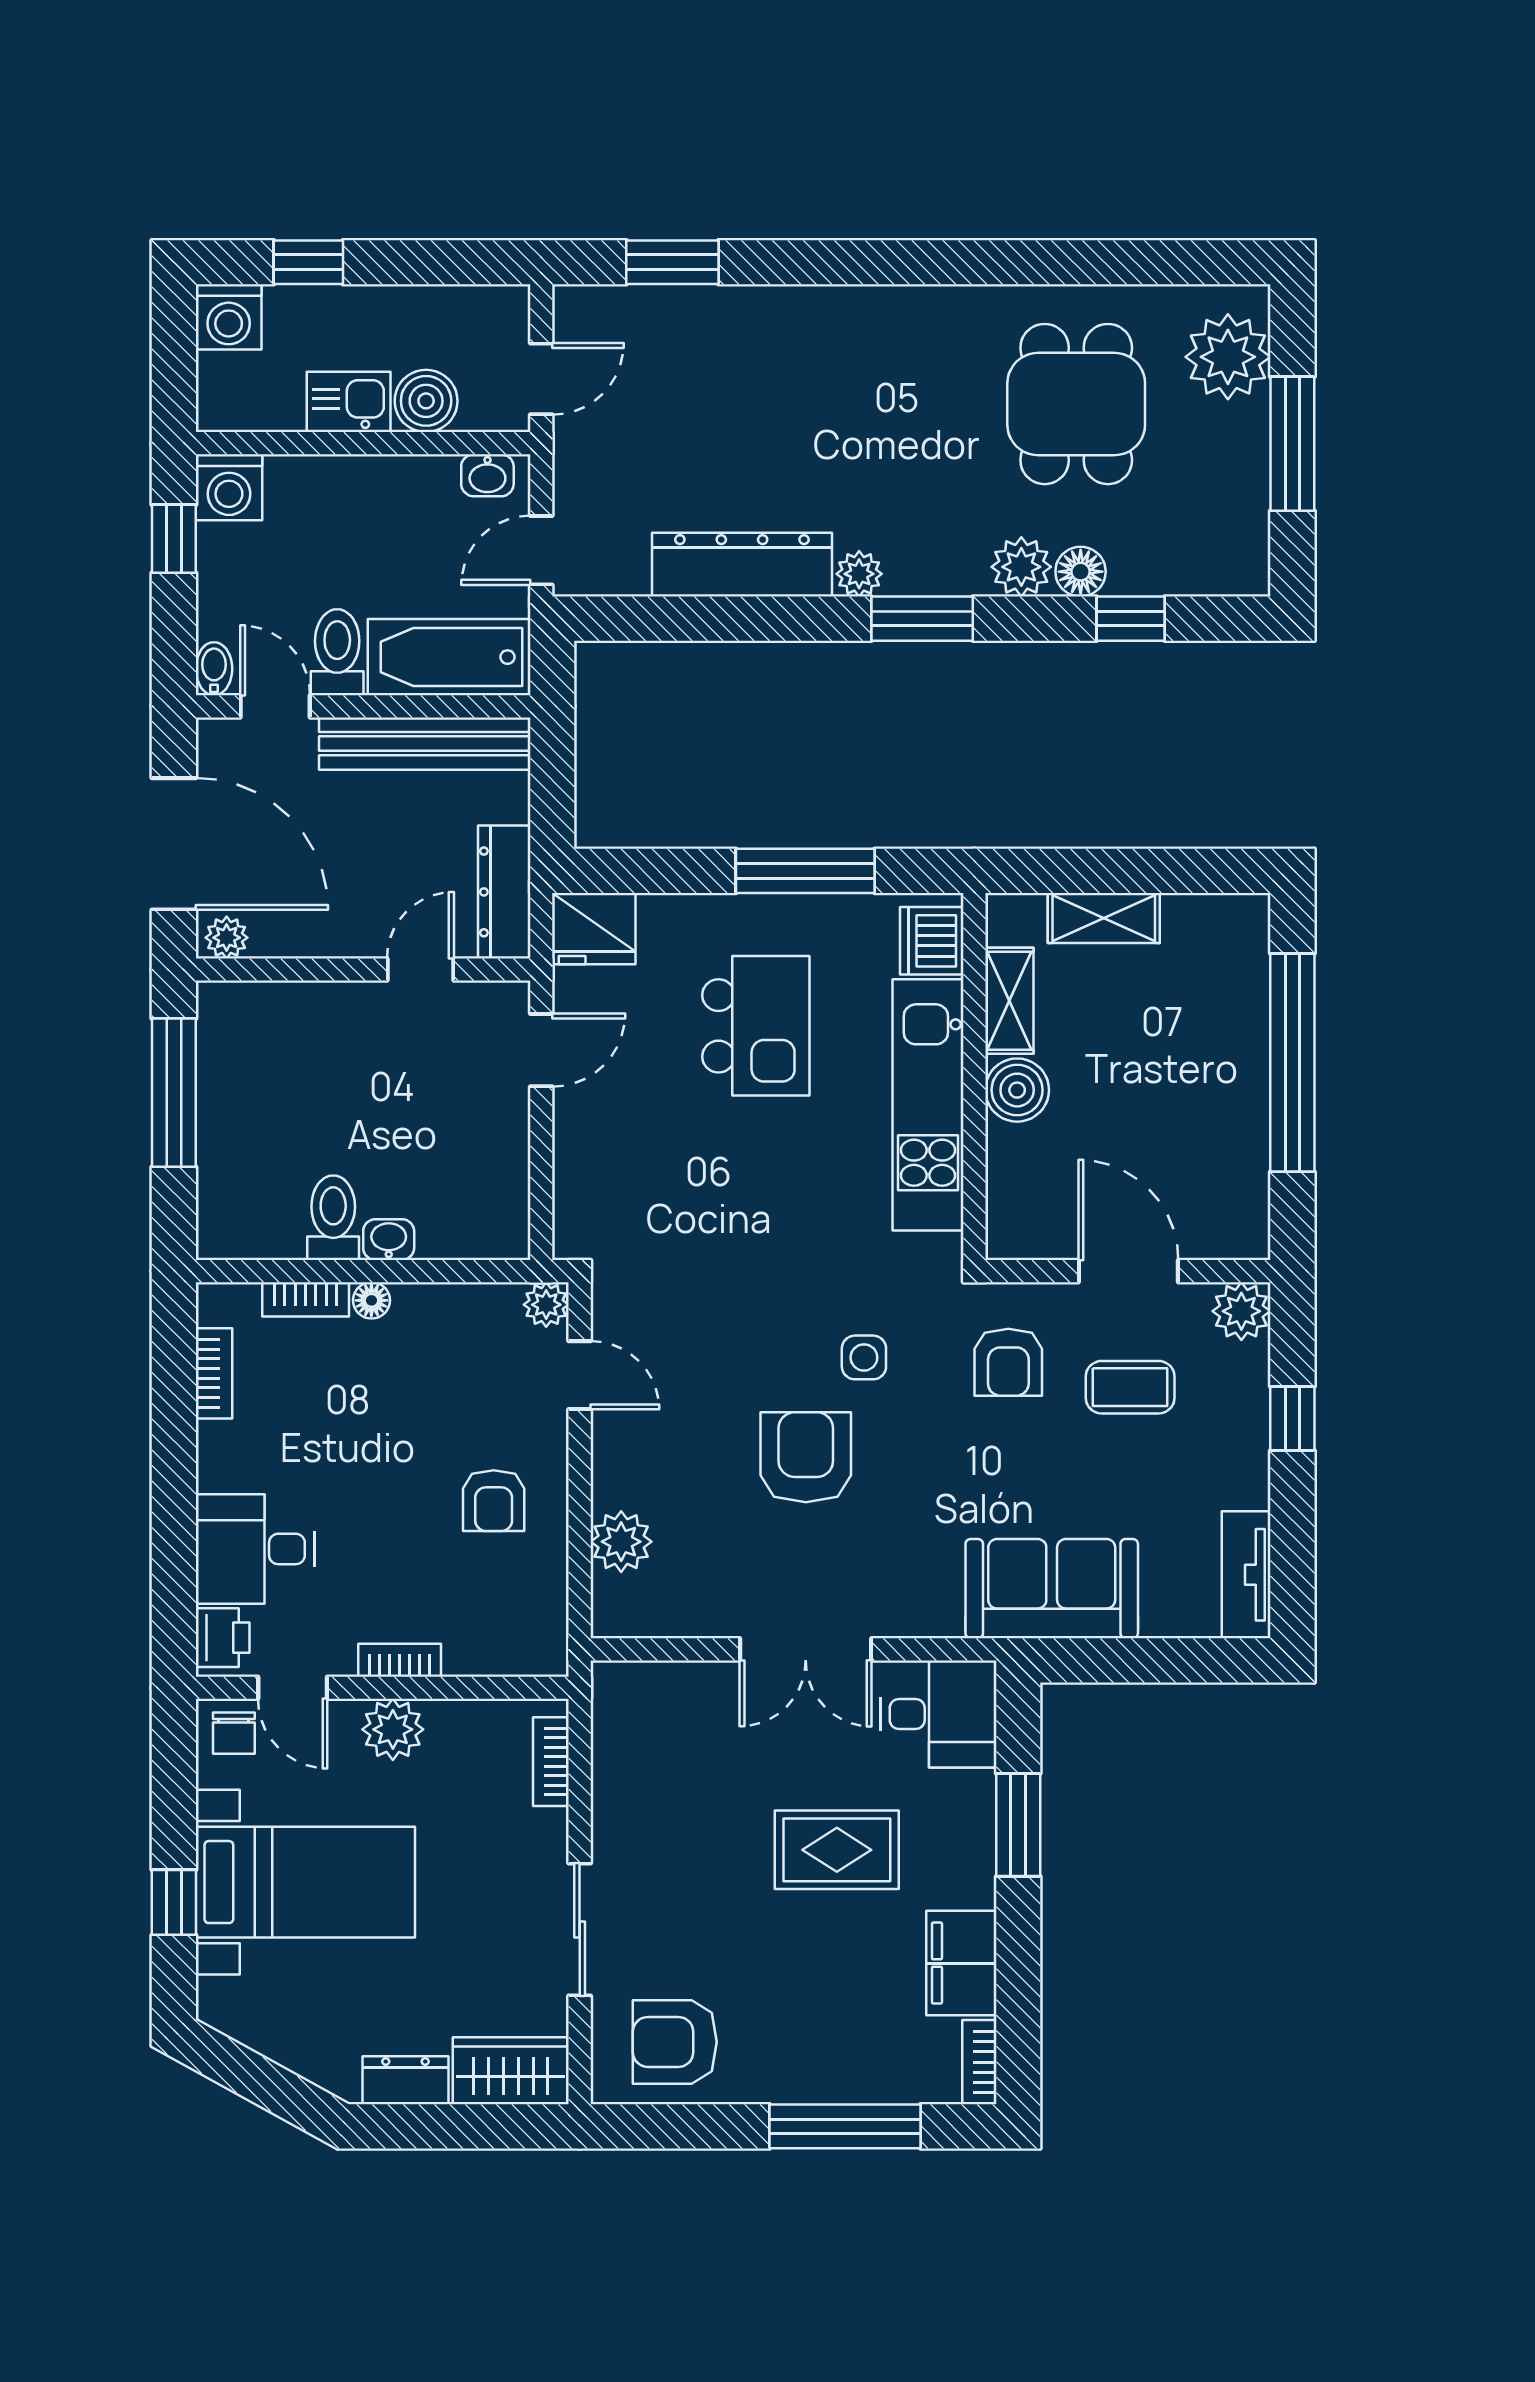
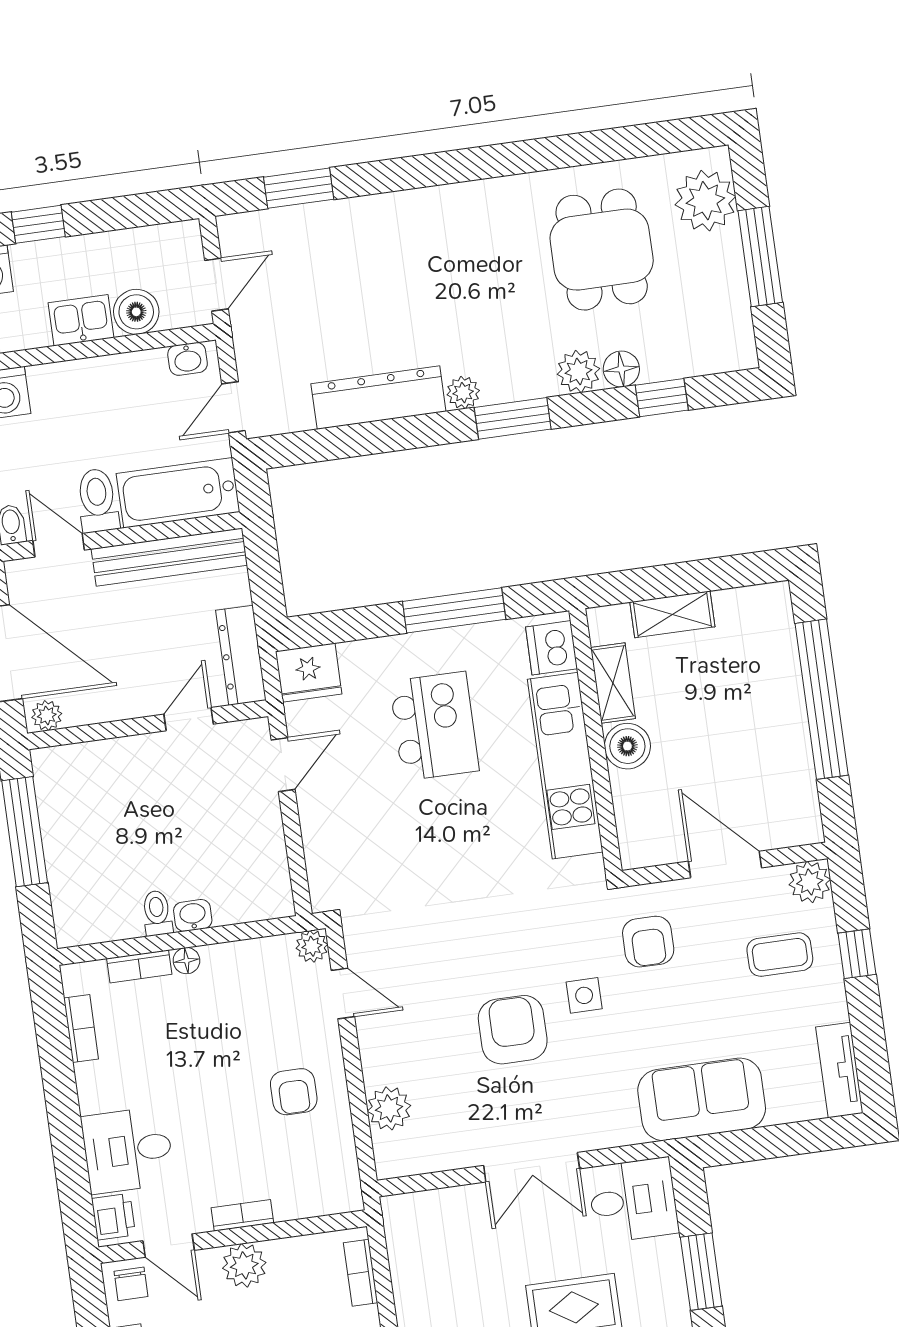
toilet: (333, 1218) -> (157, 913), width x0.73, depth x0.72
side table: (864, 1357) -> (584, 995), moved
coffee table: (1130, 1387) -> (780, 955), moved

